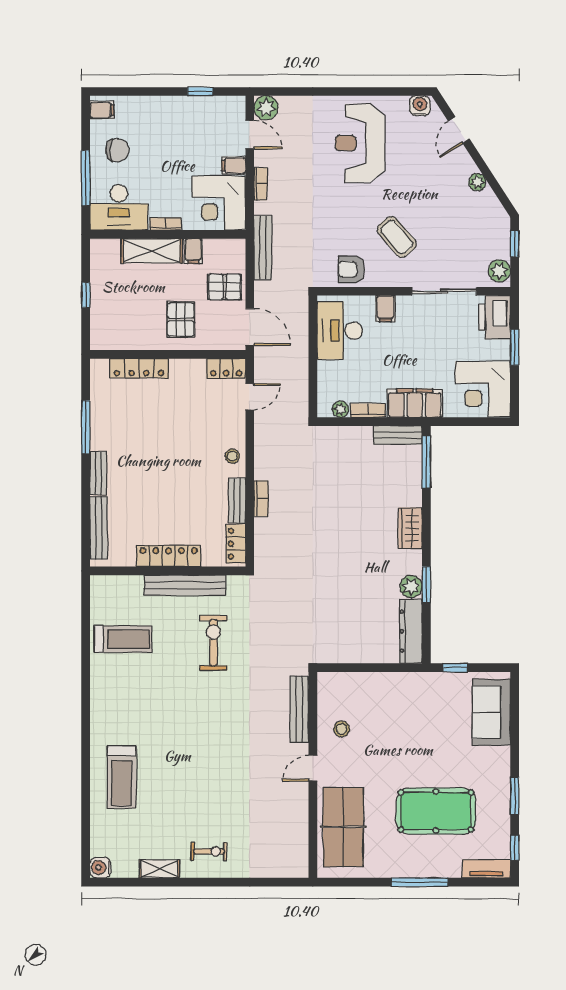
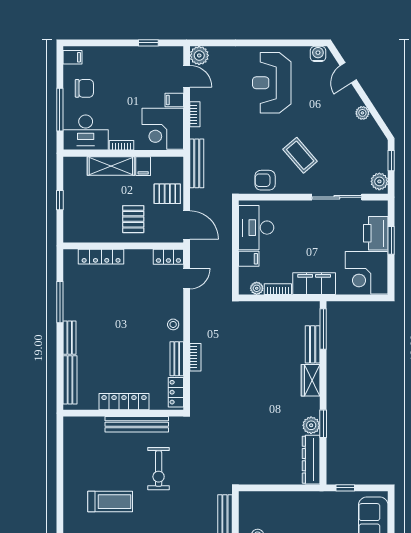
filing cabinet: (385, 309) -> (249, 259), moved, turned -90
printer: (495, 317) -> (376, 233), moved
bench: (398, 435) -> (313, 344), moved, turned 90
treadmill: (123, 639) -> (110, 502), moved
exercise bike: (213, 643) -> (159, 469), turned 180

